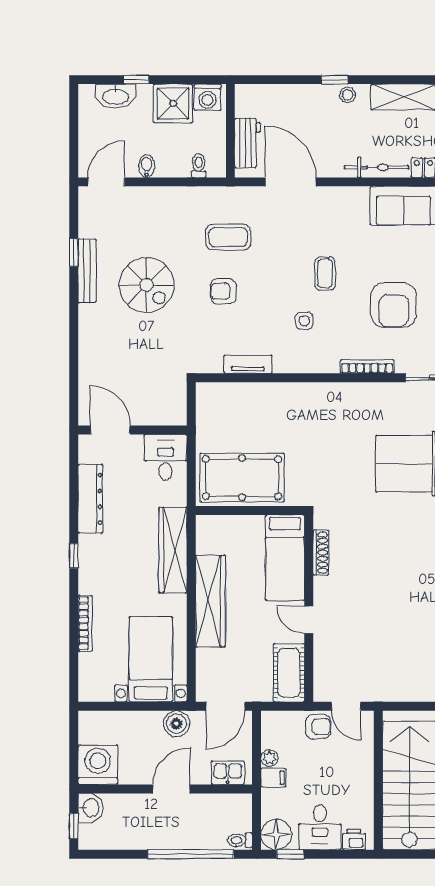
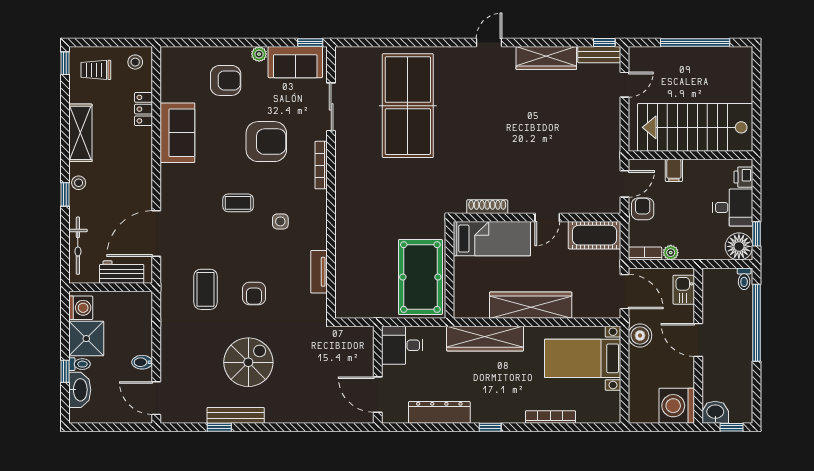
toilet: (199, 166) -> (79, 364), moved, turned 180
bicycle: (376, 167) -> (78, 246), moved, turned 180
door: (110, 430) -> (378, 395), hinge flipped
bookcase: (268, 729) -> (645, 254), added
filing cabinet: (273, 778) -> (674, 170), moved, turned 180

